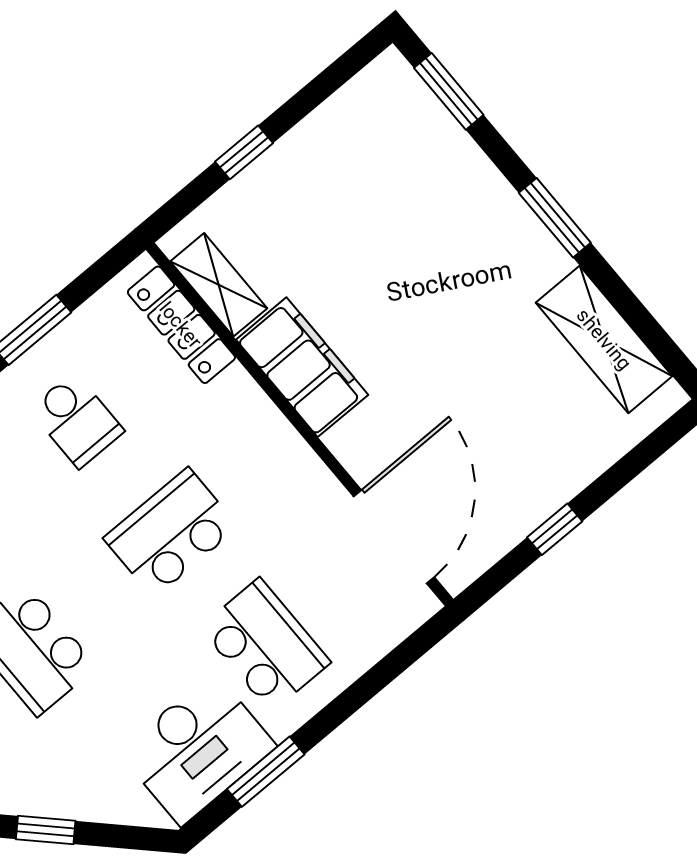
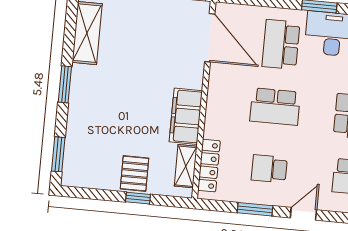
pallet: (291, 187) -> (134, 173), added
school desk: (77, 420) -> (269, 169), turned -90
door: (394, 537) -> (210, 38), swing flipped

